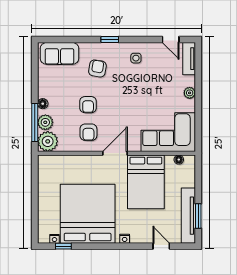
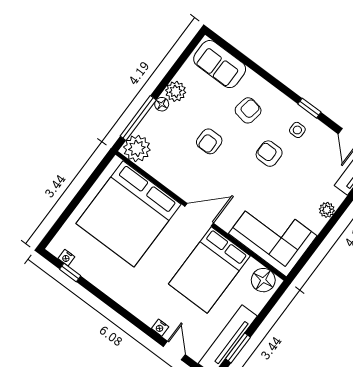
window: (110, 39) -> (309, 108), moved
plant: (45, 122) -> (176, 91), moved
armchair: (88, 132) -> (269, 154), moved, turned 90
floor lamp: (179, 160) -> (263, 280), width x1.89, depth x1.89
bed: (88, 214) -> (129, 214), moved, turned 180
nightstand: (125, 239) -> (160, 328), moved

